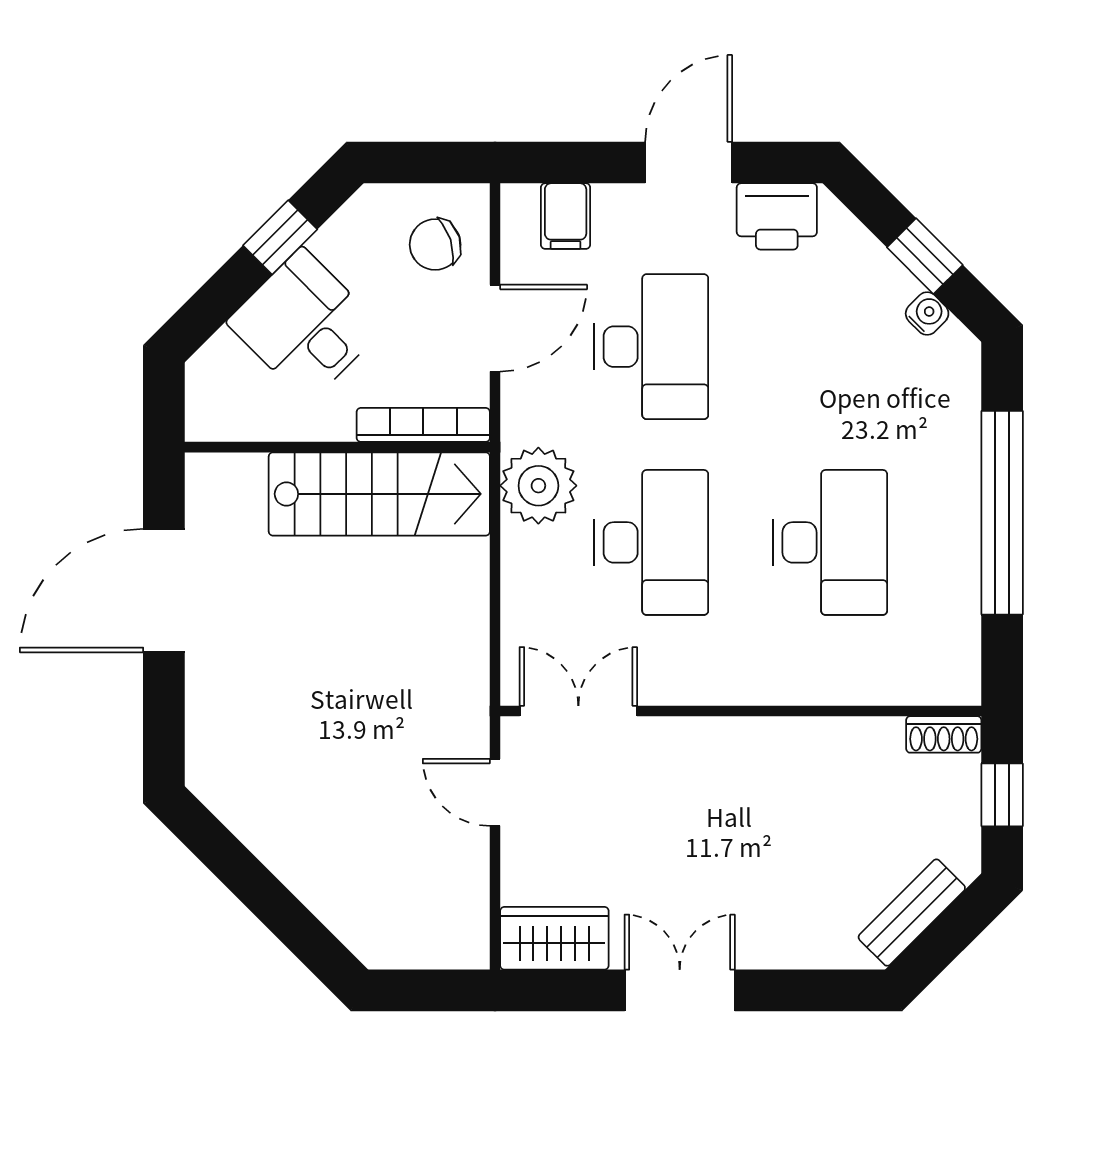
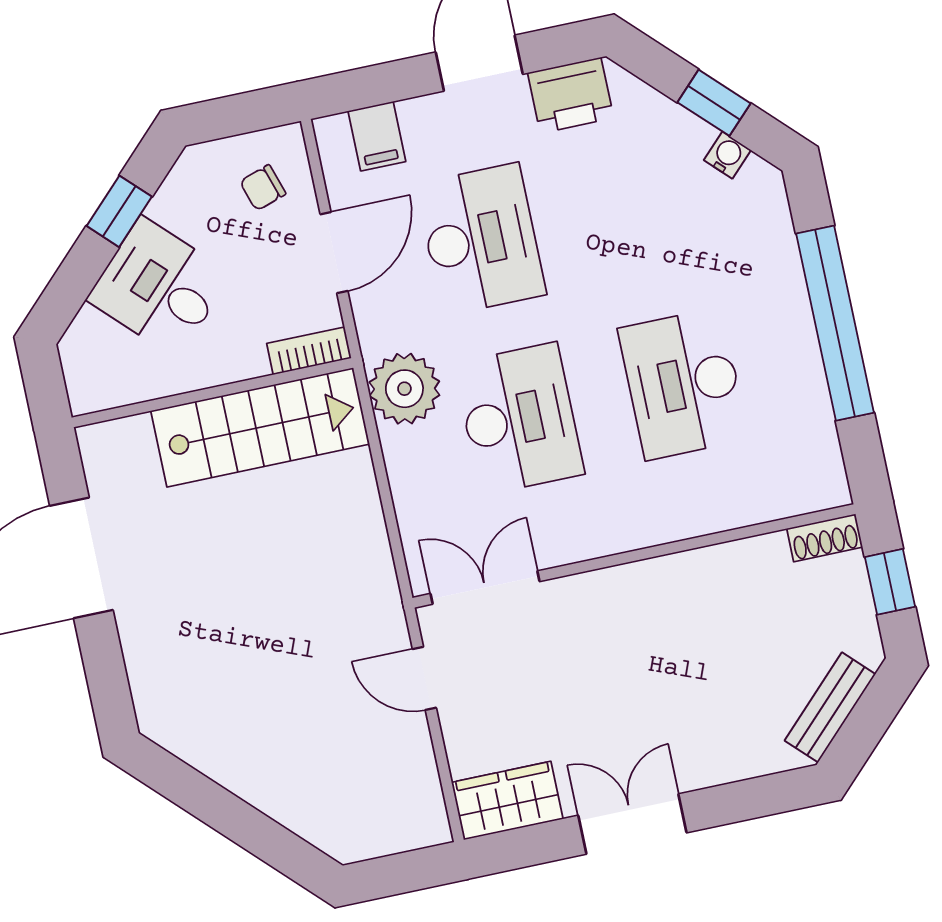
chair: (435, 245) -> (263, 188), width x0.73, depth x0.73
bookcase: (423, 425) -> (309, 351), width x0.64
desk: (830, 542) -> (683, 384), turned 180

